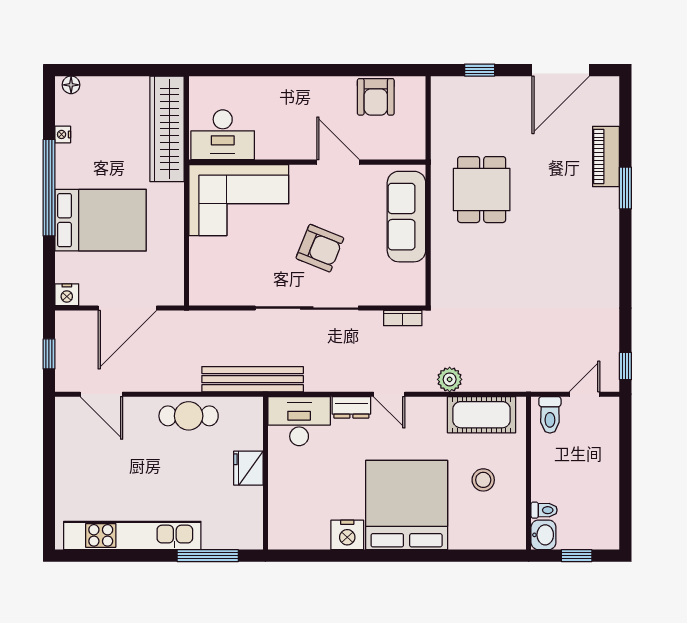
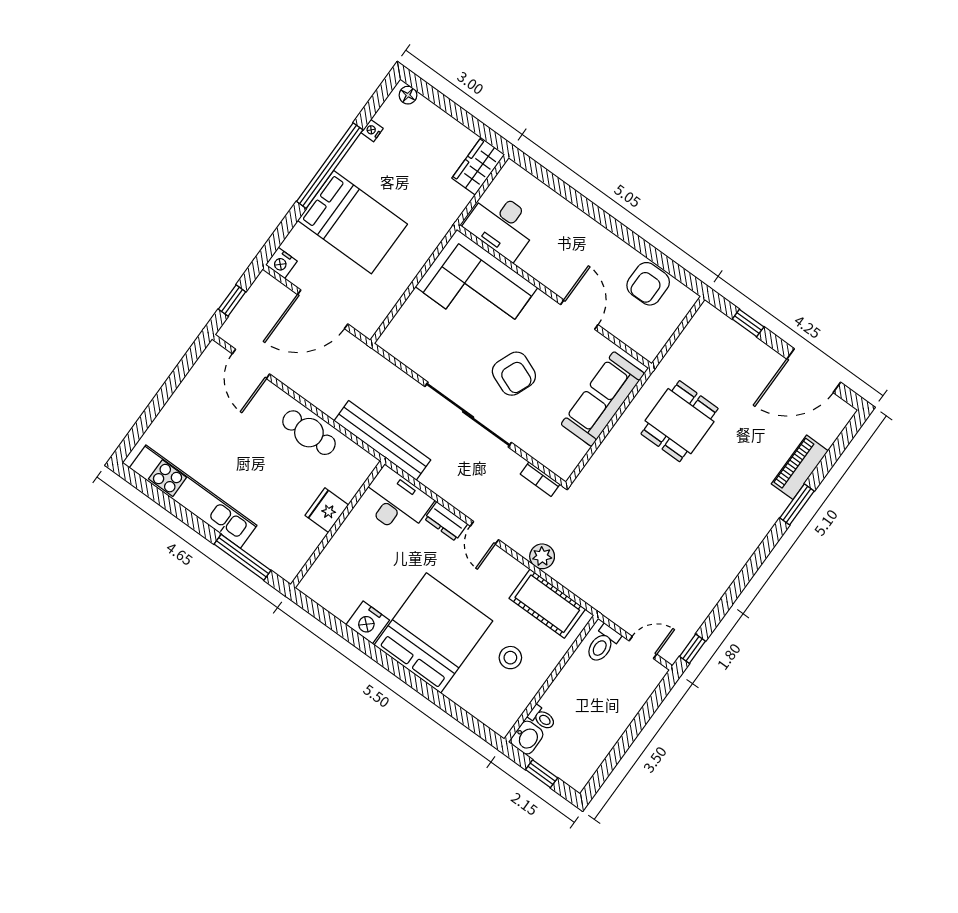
wardrobe: (167, 129) -> (478, 166), width x0.48, depth x0.85

